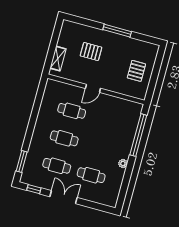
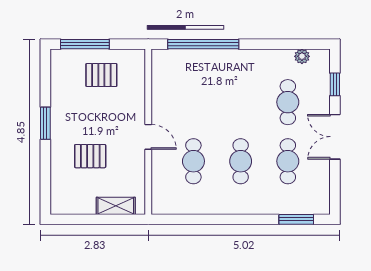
window: (117, 31) -> (45, 123), width x0.69
pallet: (91, 52) -> (90, 156), turned 90
window: (157, 66) -> (85, 44), added
plant: (123, 164) -> (302, 56), moved
window: (34, 189) -> (335, 84), moved

